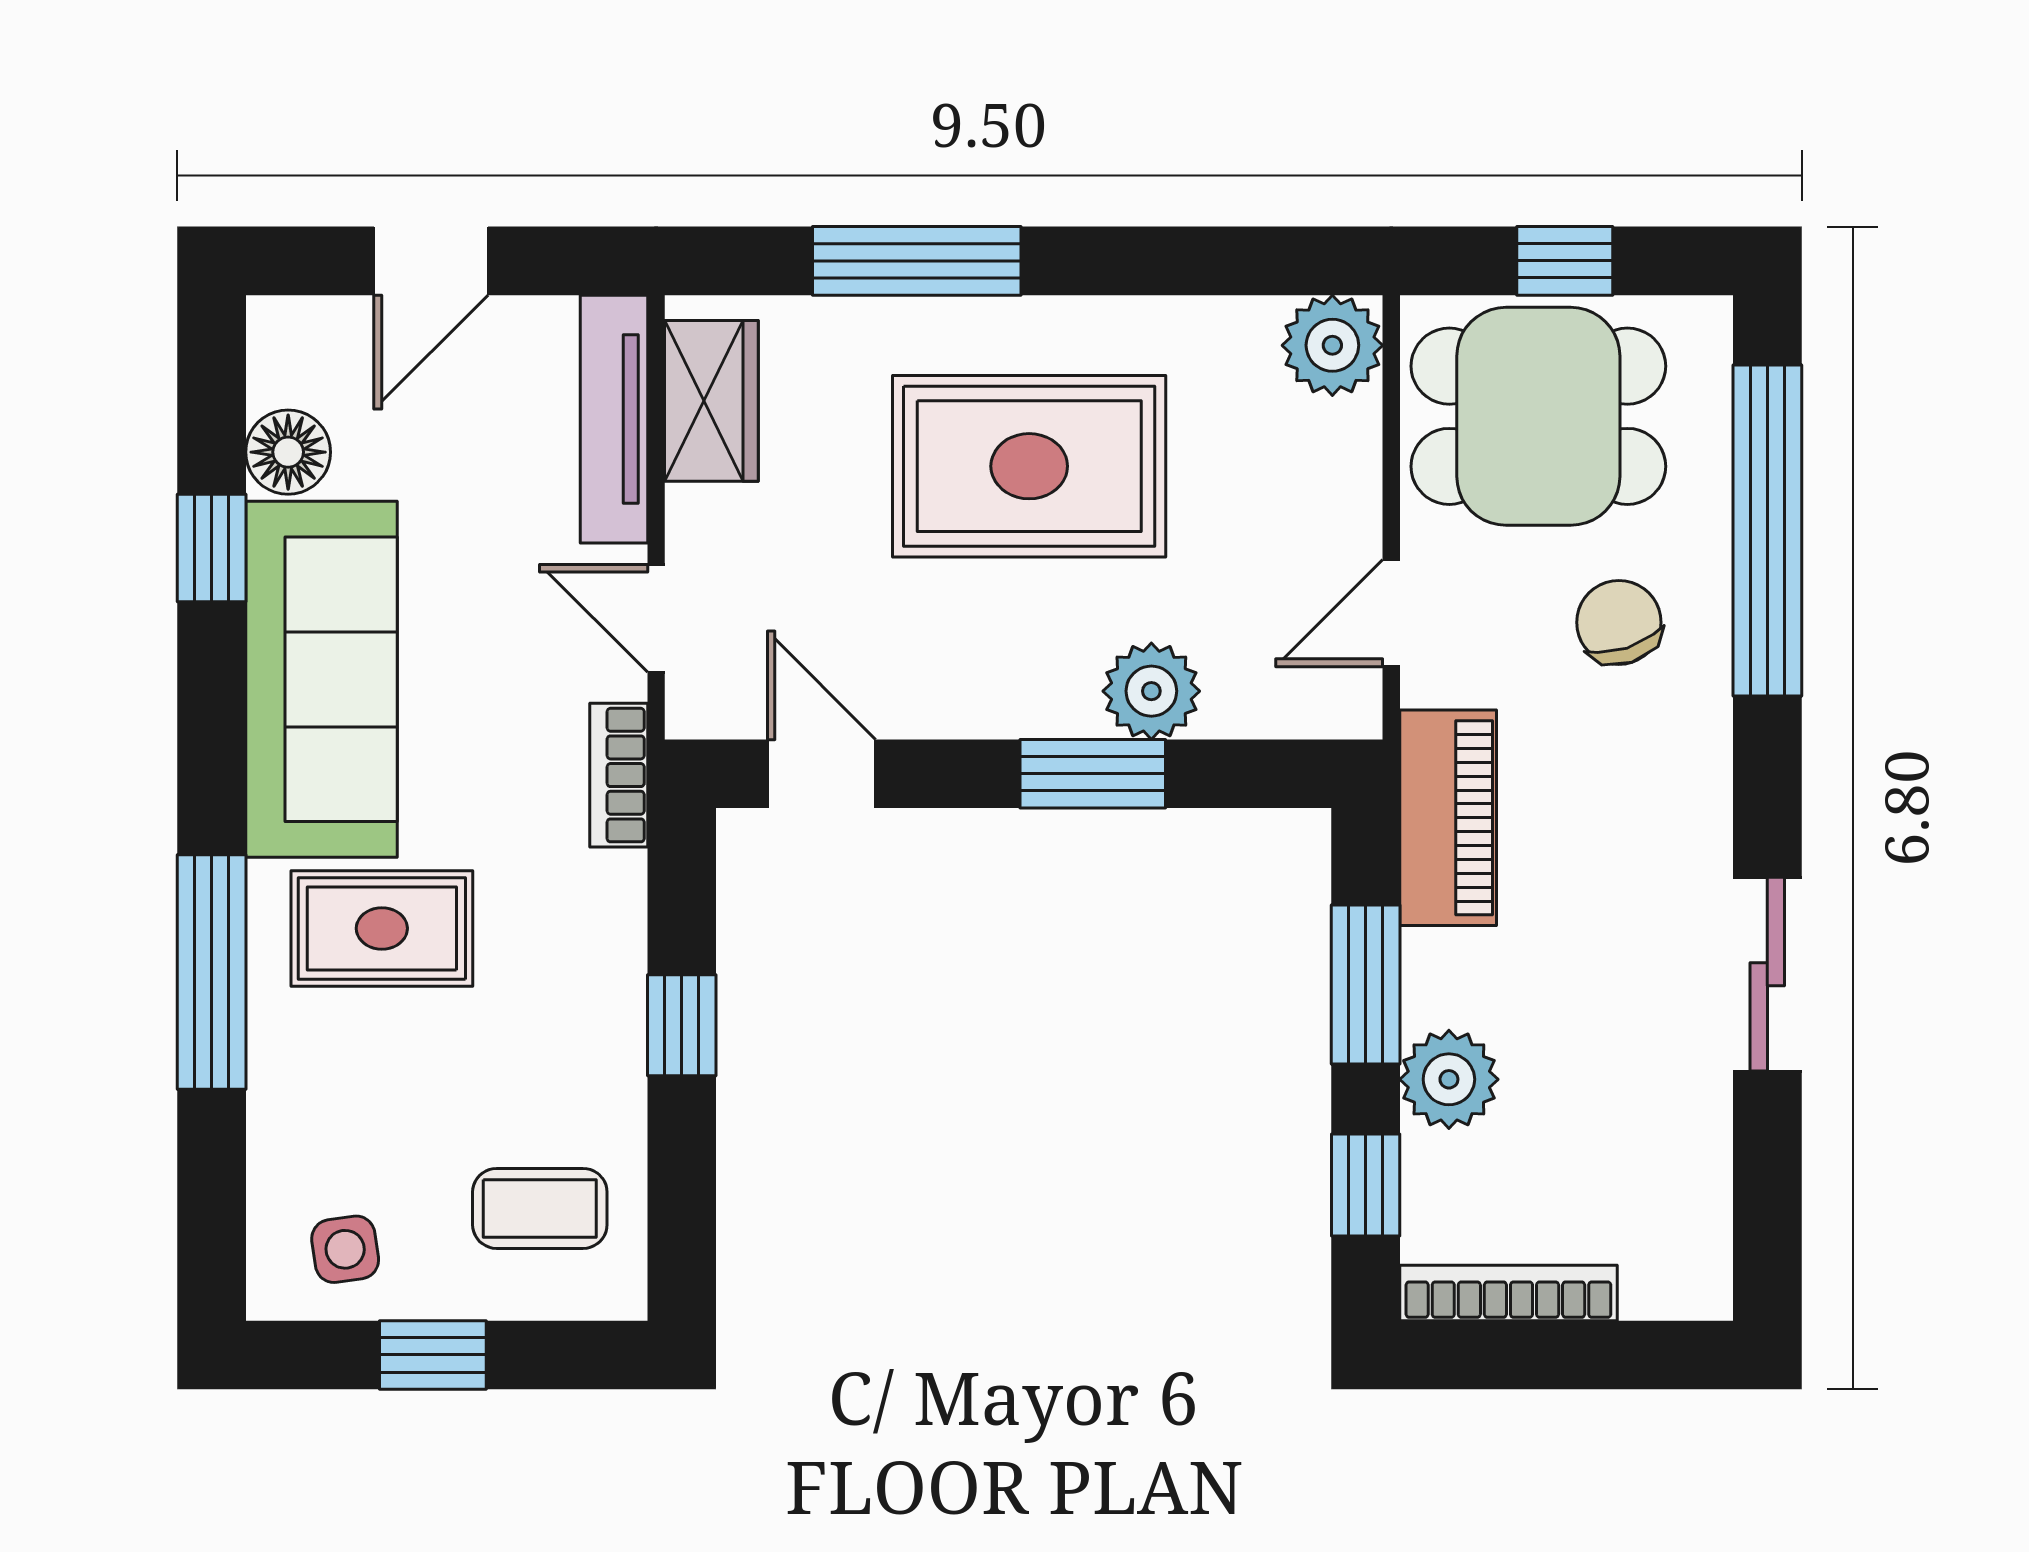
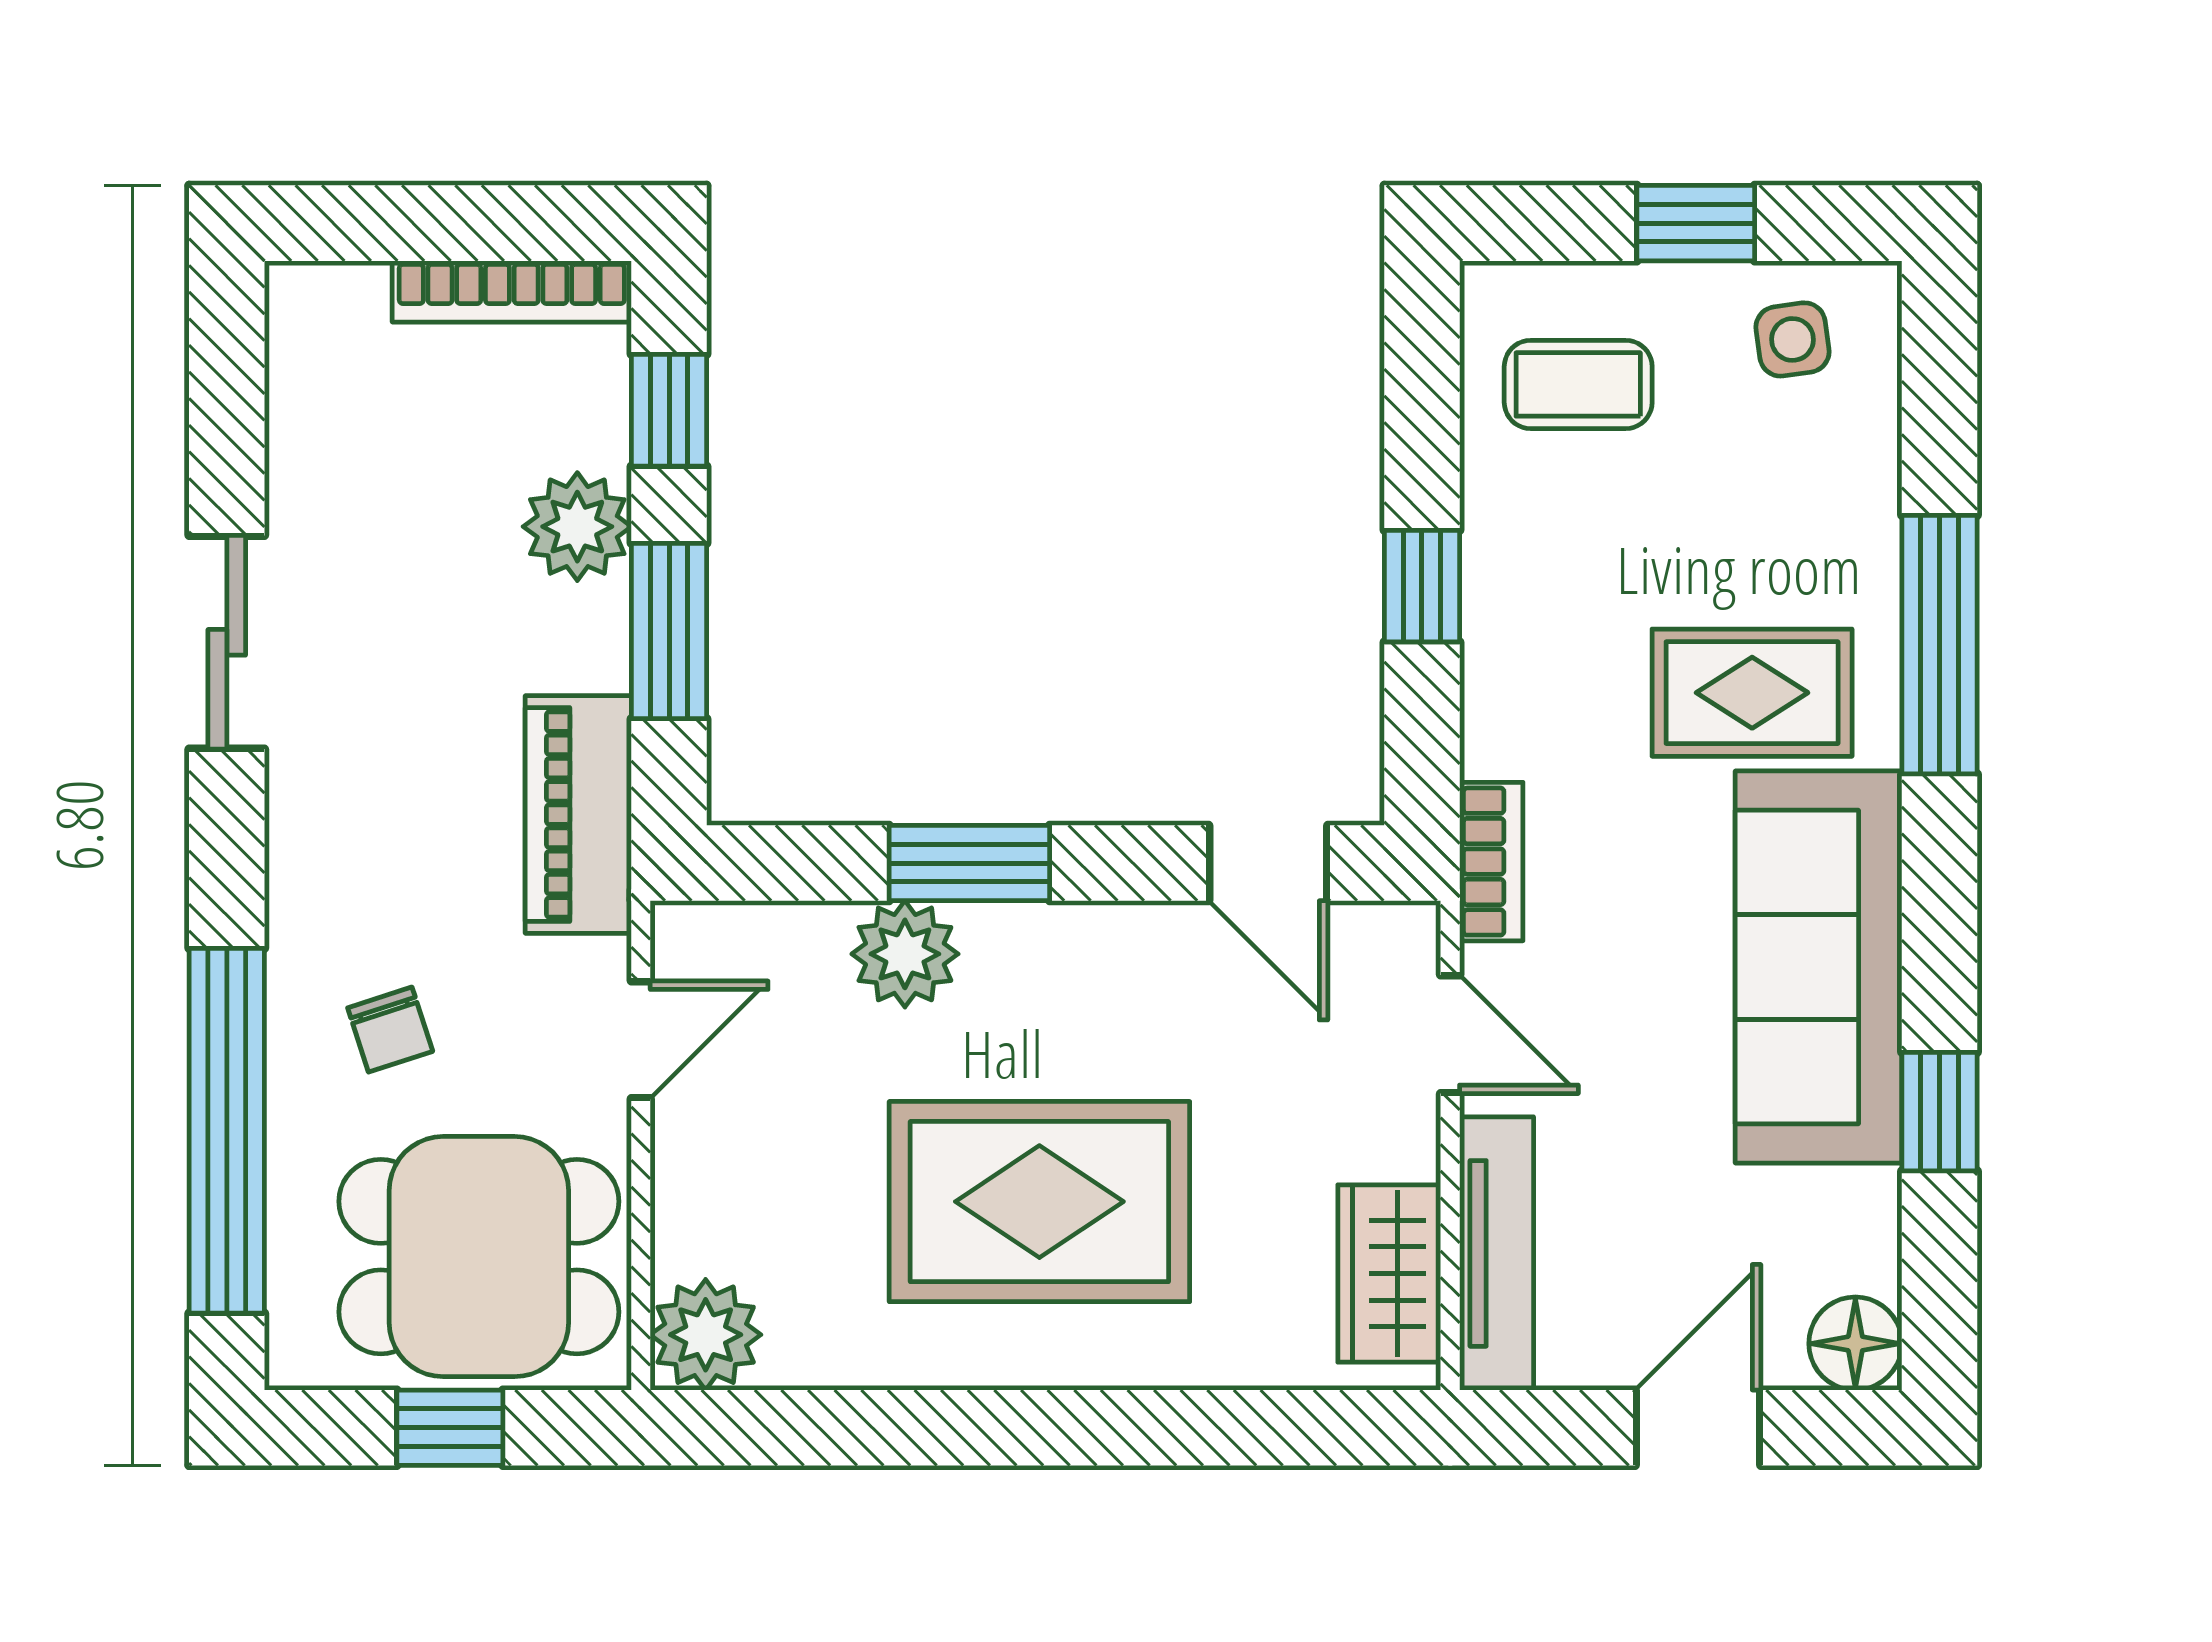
window: (917, 261) -> (1163, 1428), removed
floor lamp: (288, 452) -> (1855, 1344), moved
chair: (1619, 622) -> (390, 1030), width x0.73, depth x0.73

